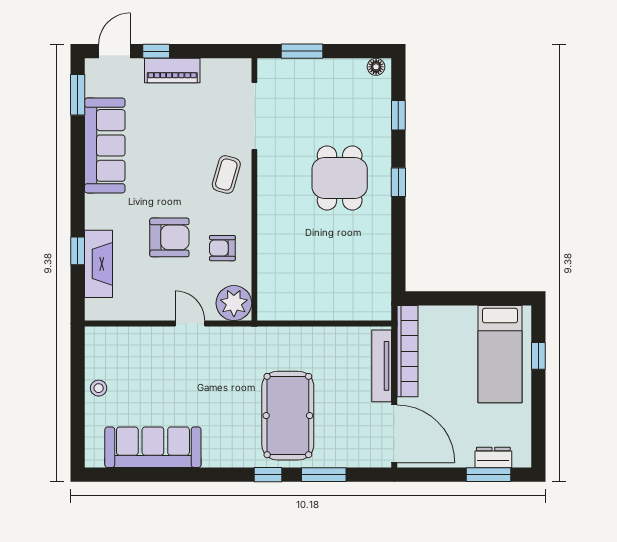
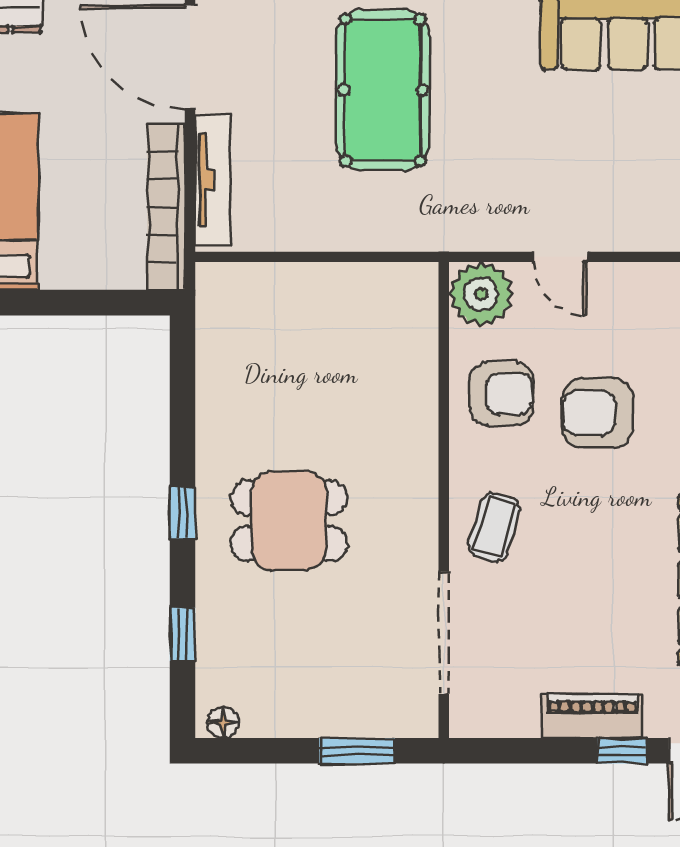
dining table: (340, 178) -> (289, 521), turned 90
armchair: (222, 248) -> (502, 394), width x1.38, depth x1.38

